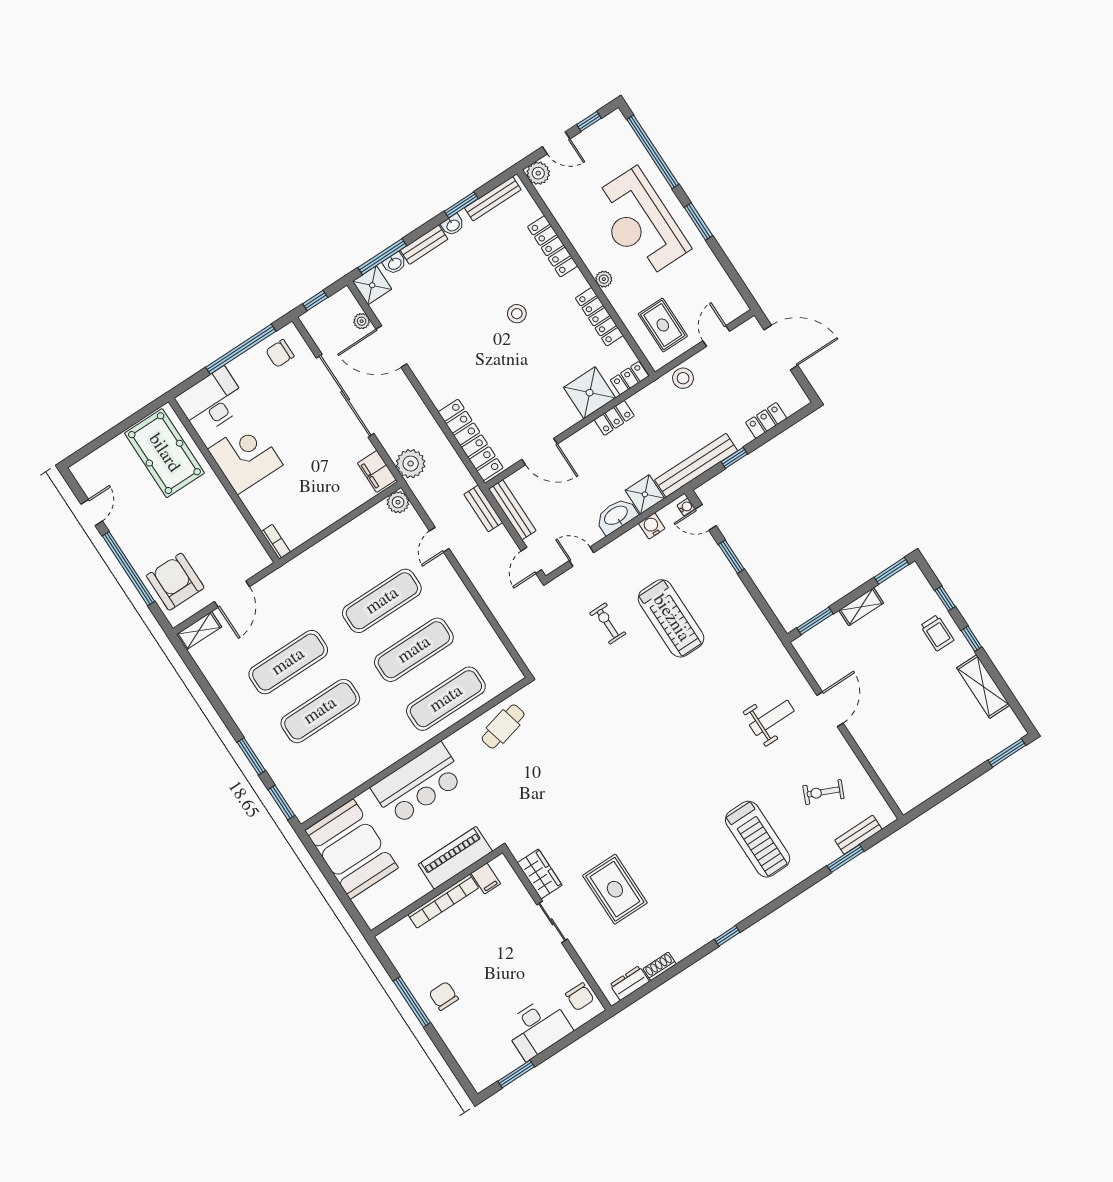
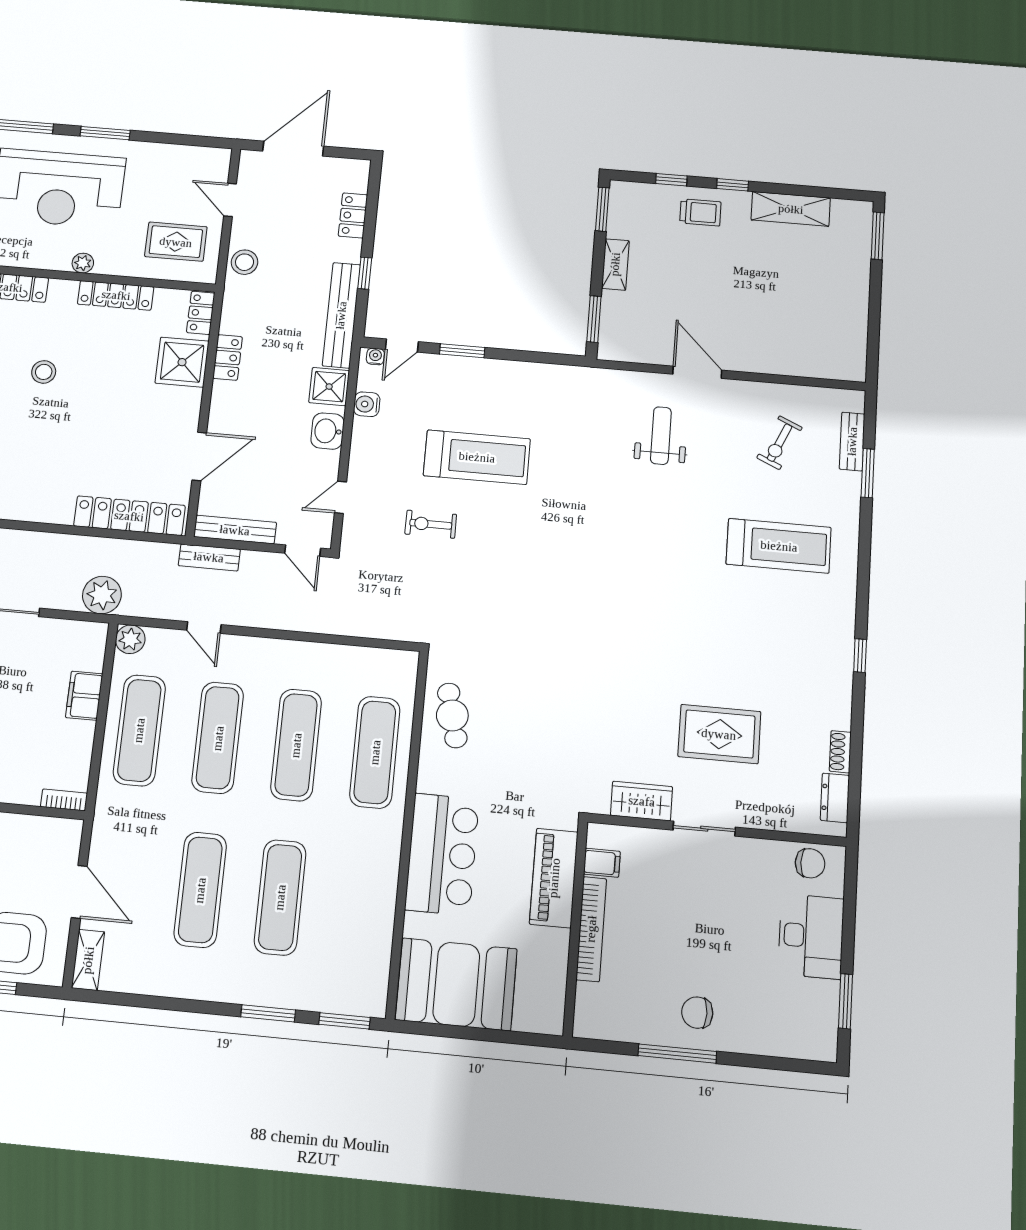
filing cabinet: (377, 471) -> (84, 696), moved, turned 90
washbasin: (616, 516) -> (328, 431), width x0.72
exercise mat: (350, 552) -> (139, 730), added

